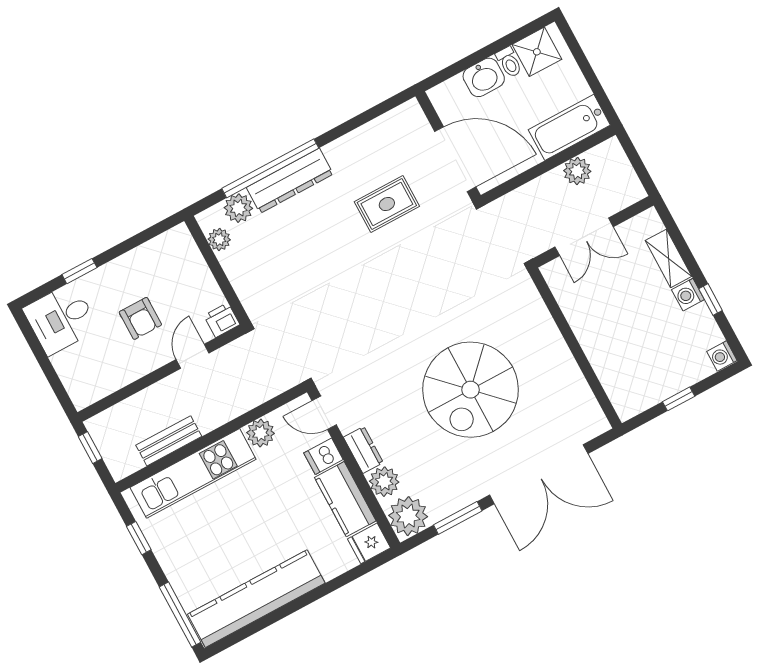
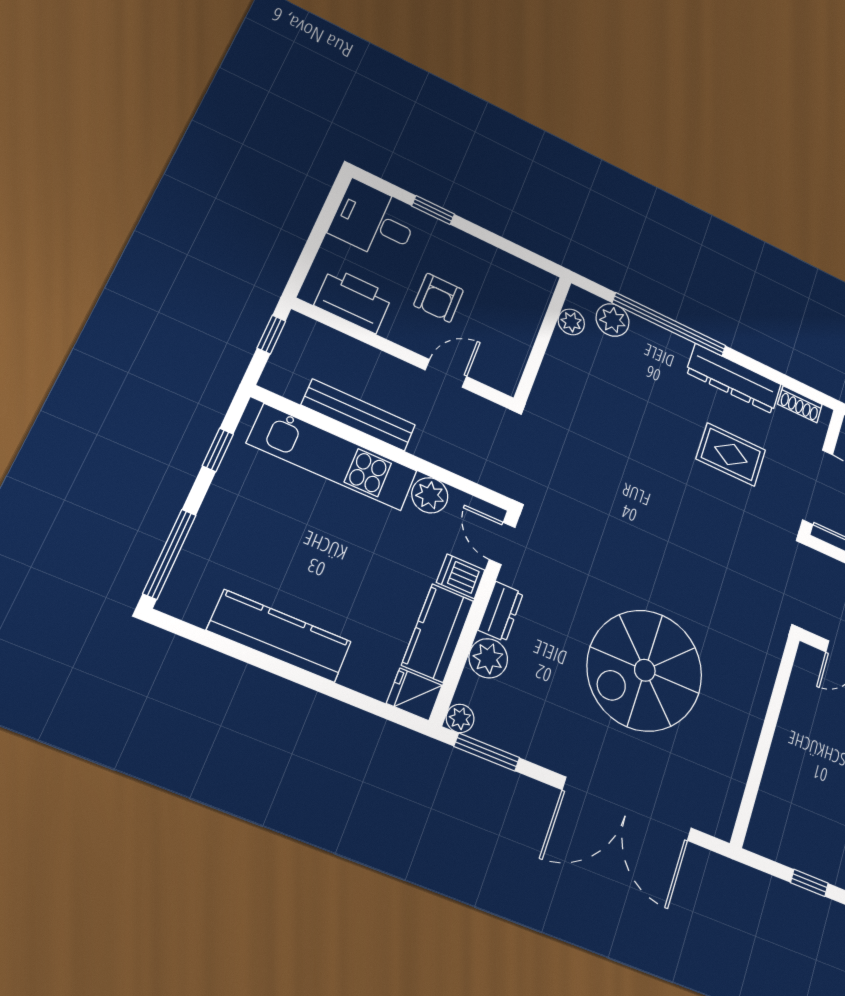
shoe rack: (393, 119) -> (800, 404), added
dresser: (290, 181) -> (734, 379), moved
printer: (222, 320) -> (353, 300), moved, width x1.87, depth x1.48
bench: (169, 441) -> (359, 415), width x1.36
plant: (408, 516) -> (460, 718), width x0.53, depth x0.53
window: (458, 518) -> (487, 752), moved
kitchen counter: (256, 599) -> (279, 636), width x0.72, depth x0.86

